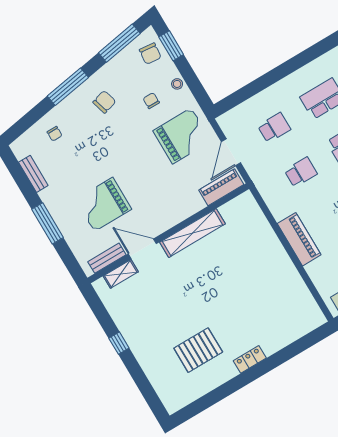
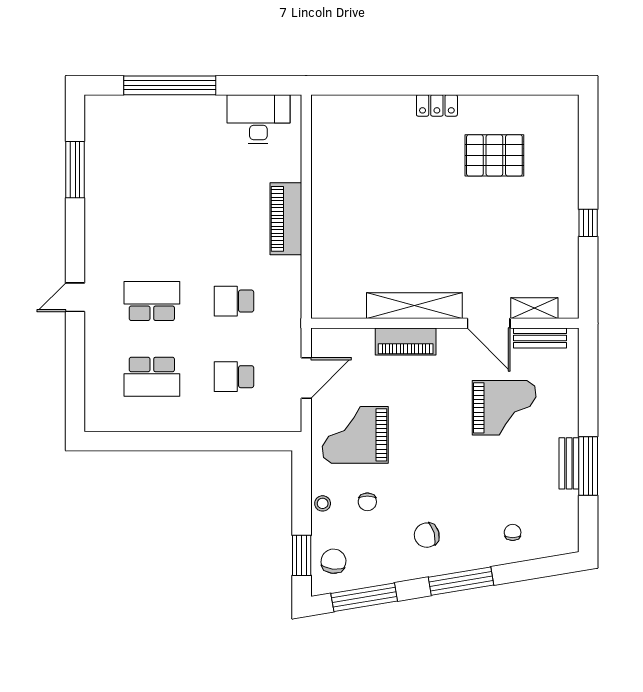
bench: (33, 174) -> (569, 463), moved
piano: (221, 187) -> (406, 341), moved
window: (48, 223) -> (588, 466), moved

